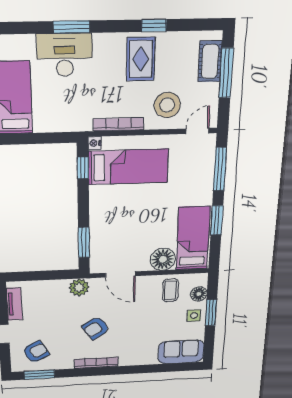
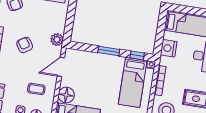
nightstand: (61, 120) -> (169, 48), added
window: (84, 242) -> (109, 51), moved
coffee table: (170, 290) -> (36, 89), moved

